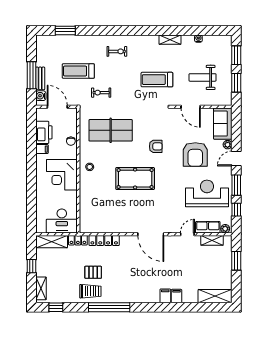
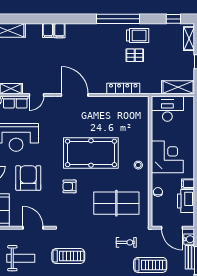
pool table: (135, 179) -> (91, 153), width x1.36, depth x1.32
locker: (78, 240) -> (151, 89), removed
trolley: (90, 291) -> (138, 36), turned 180

